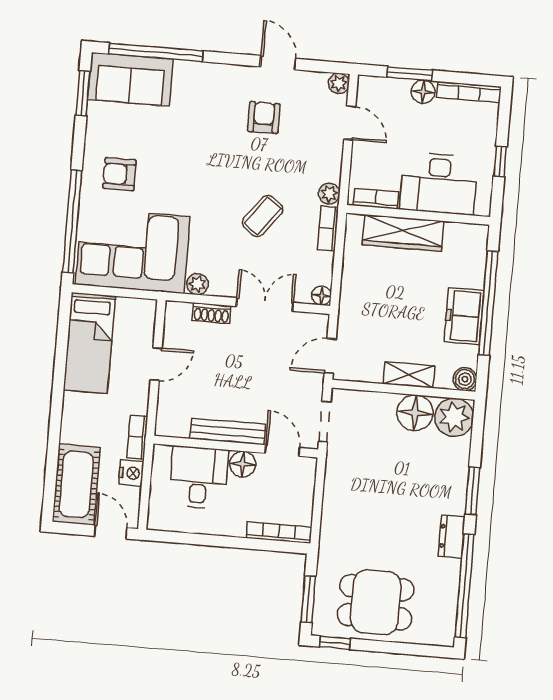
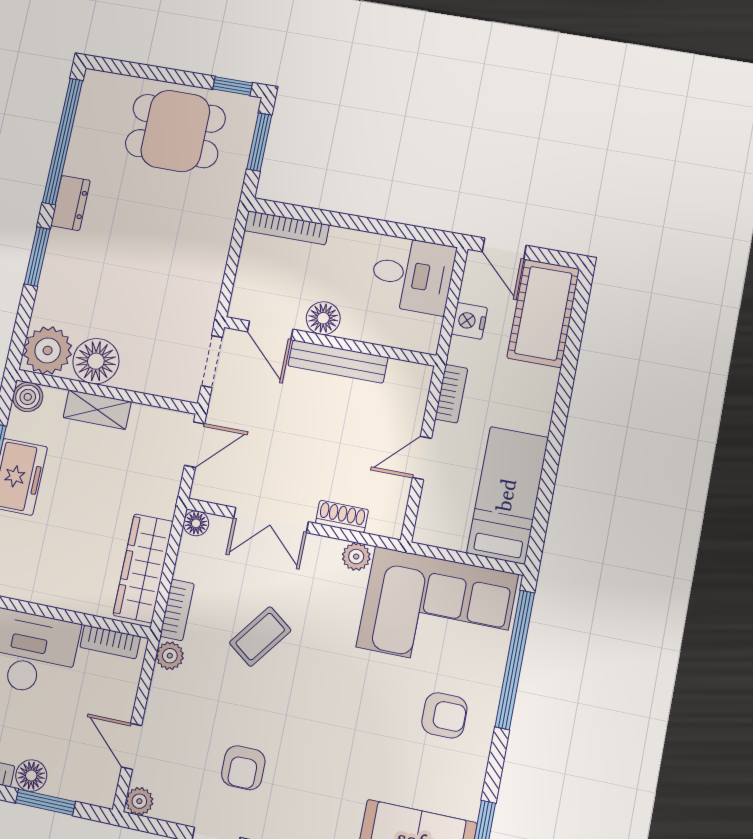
wardrobe: (403, 233) -> (143, 568), moved, turned -90
bookcase: (137, 437) -> (451, 394), moved
desk: (199, 477) -> (412, 275), moved, turned -90

